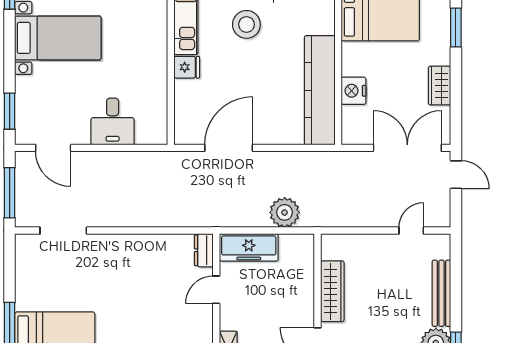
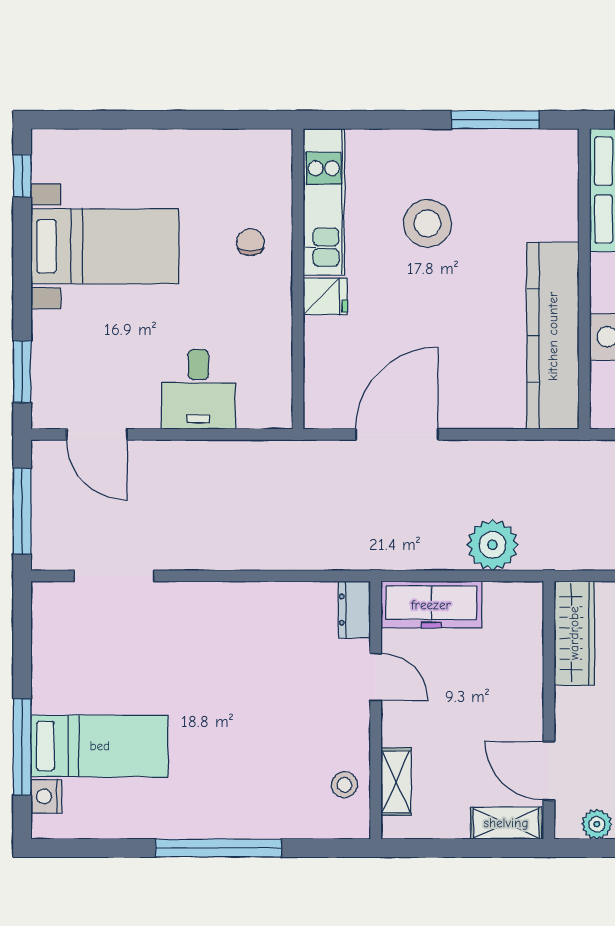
chair: (143, 35) -> (250, 242), added
door: (216, 290) -> (376, 677), swing flipped
wardrobe: (332, 291) -> (574, 633), moved

